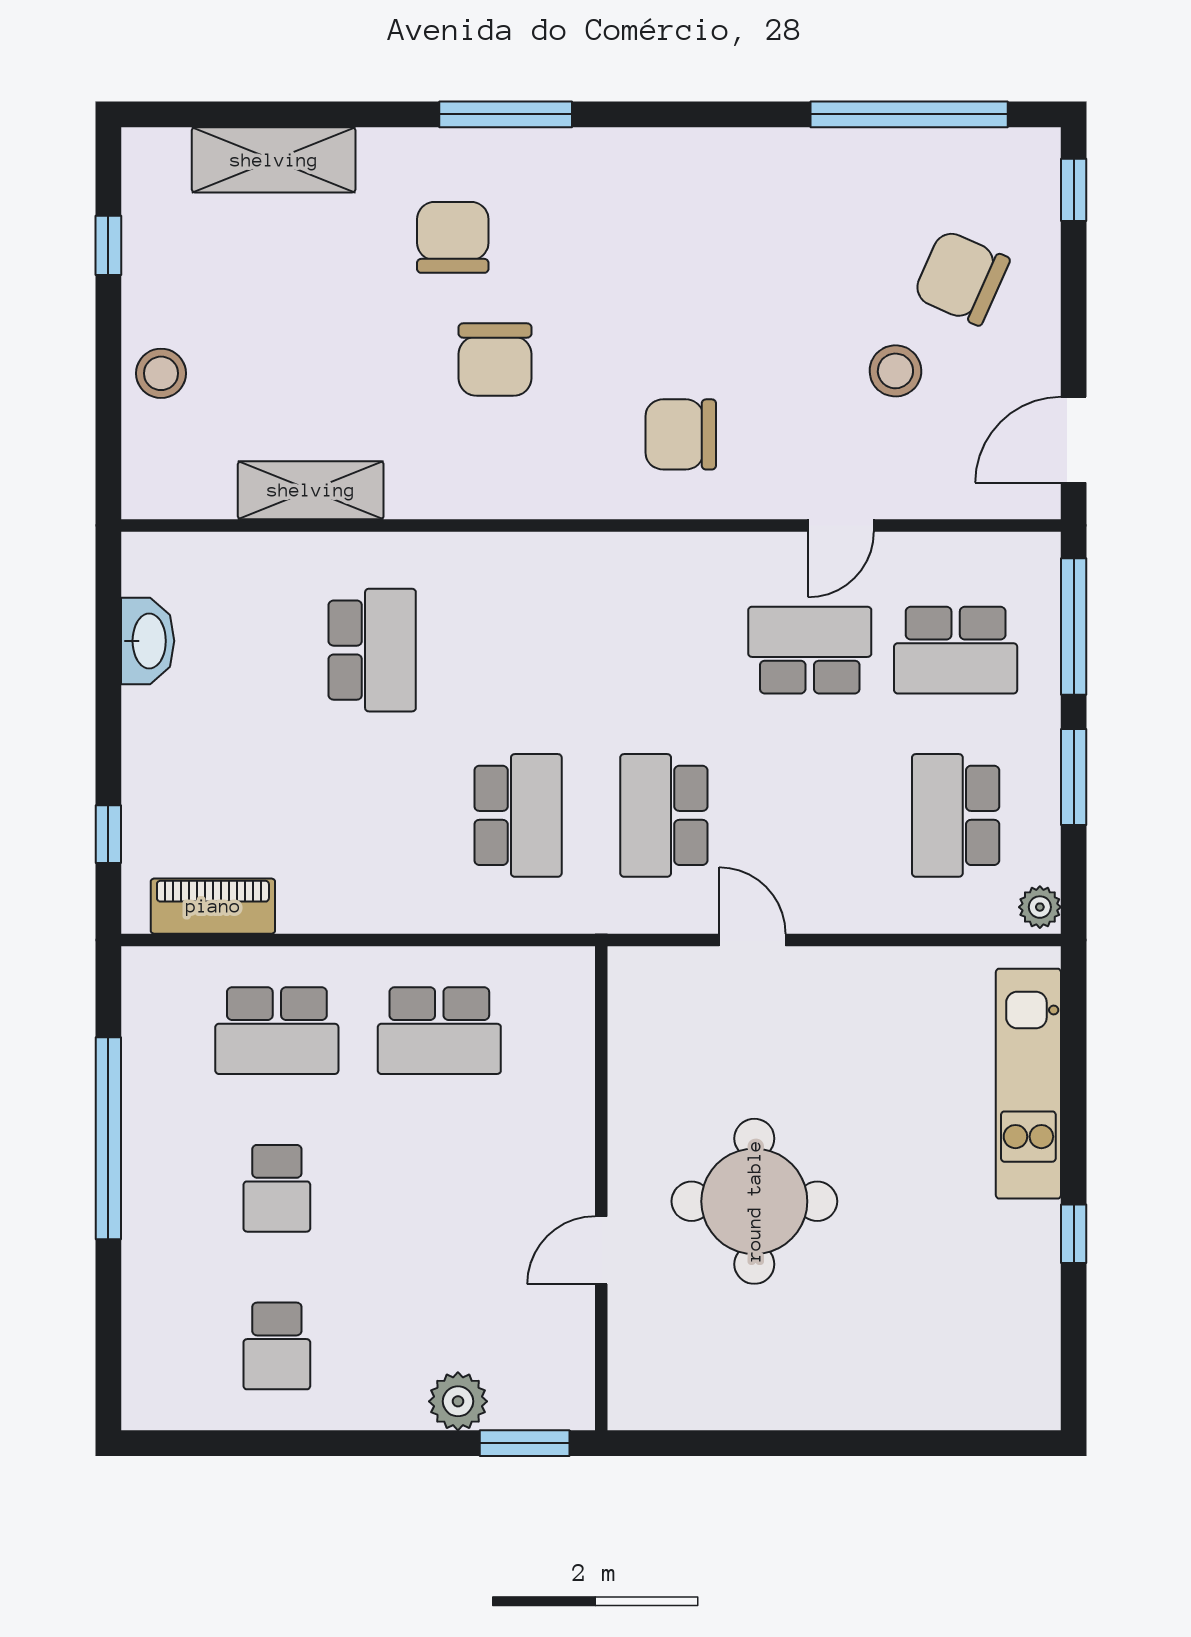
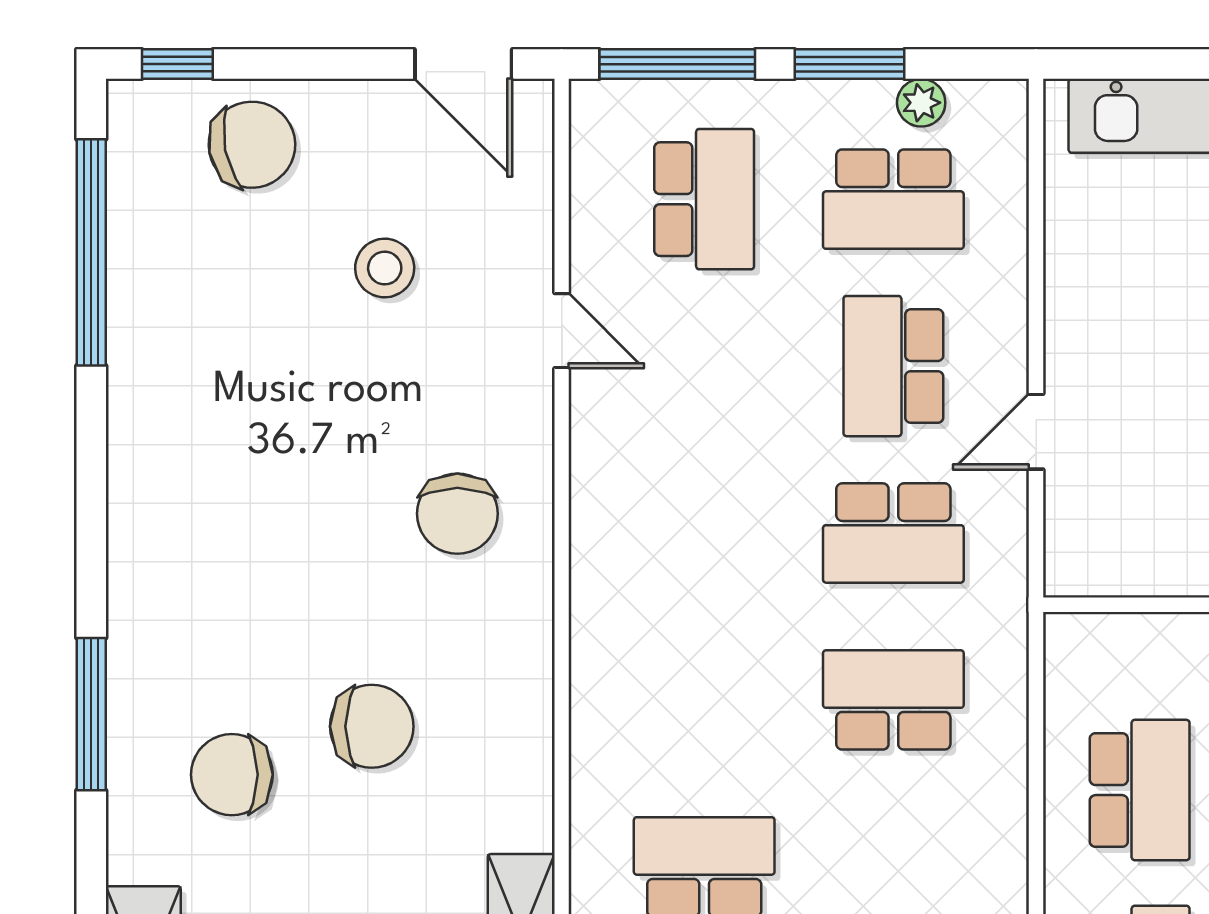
chair: (961, 278) -> (252, 145), moved, turned -125
school desk: (810, 650) -> (893, 366), moved
plant: (1040, 907) -> (921, 103), moved

